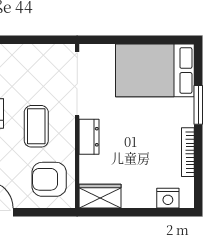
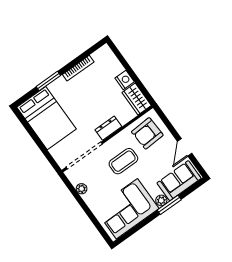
plant: (39, 52) -> (82, 189), added
armchair: (49, 179) -> (147, 133), turned 87
nightstand: (168, 198) -> (125, 80), moved

